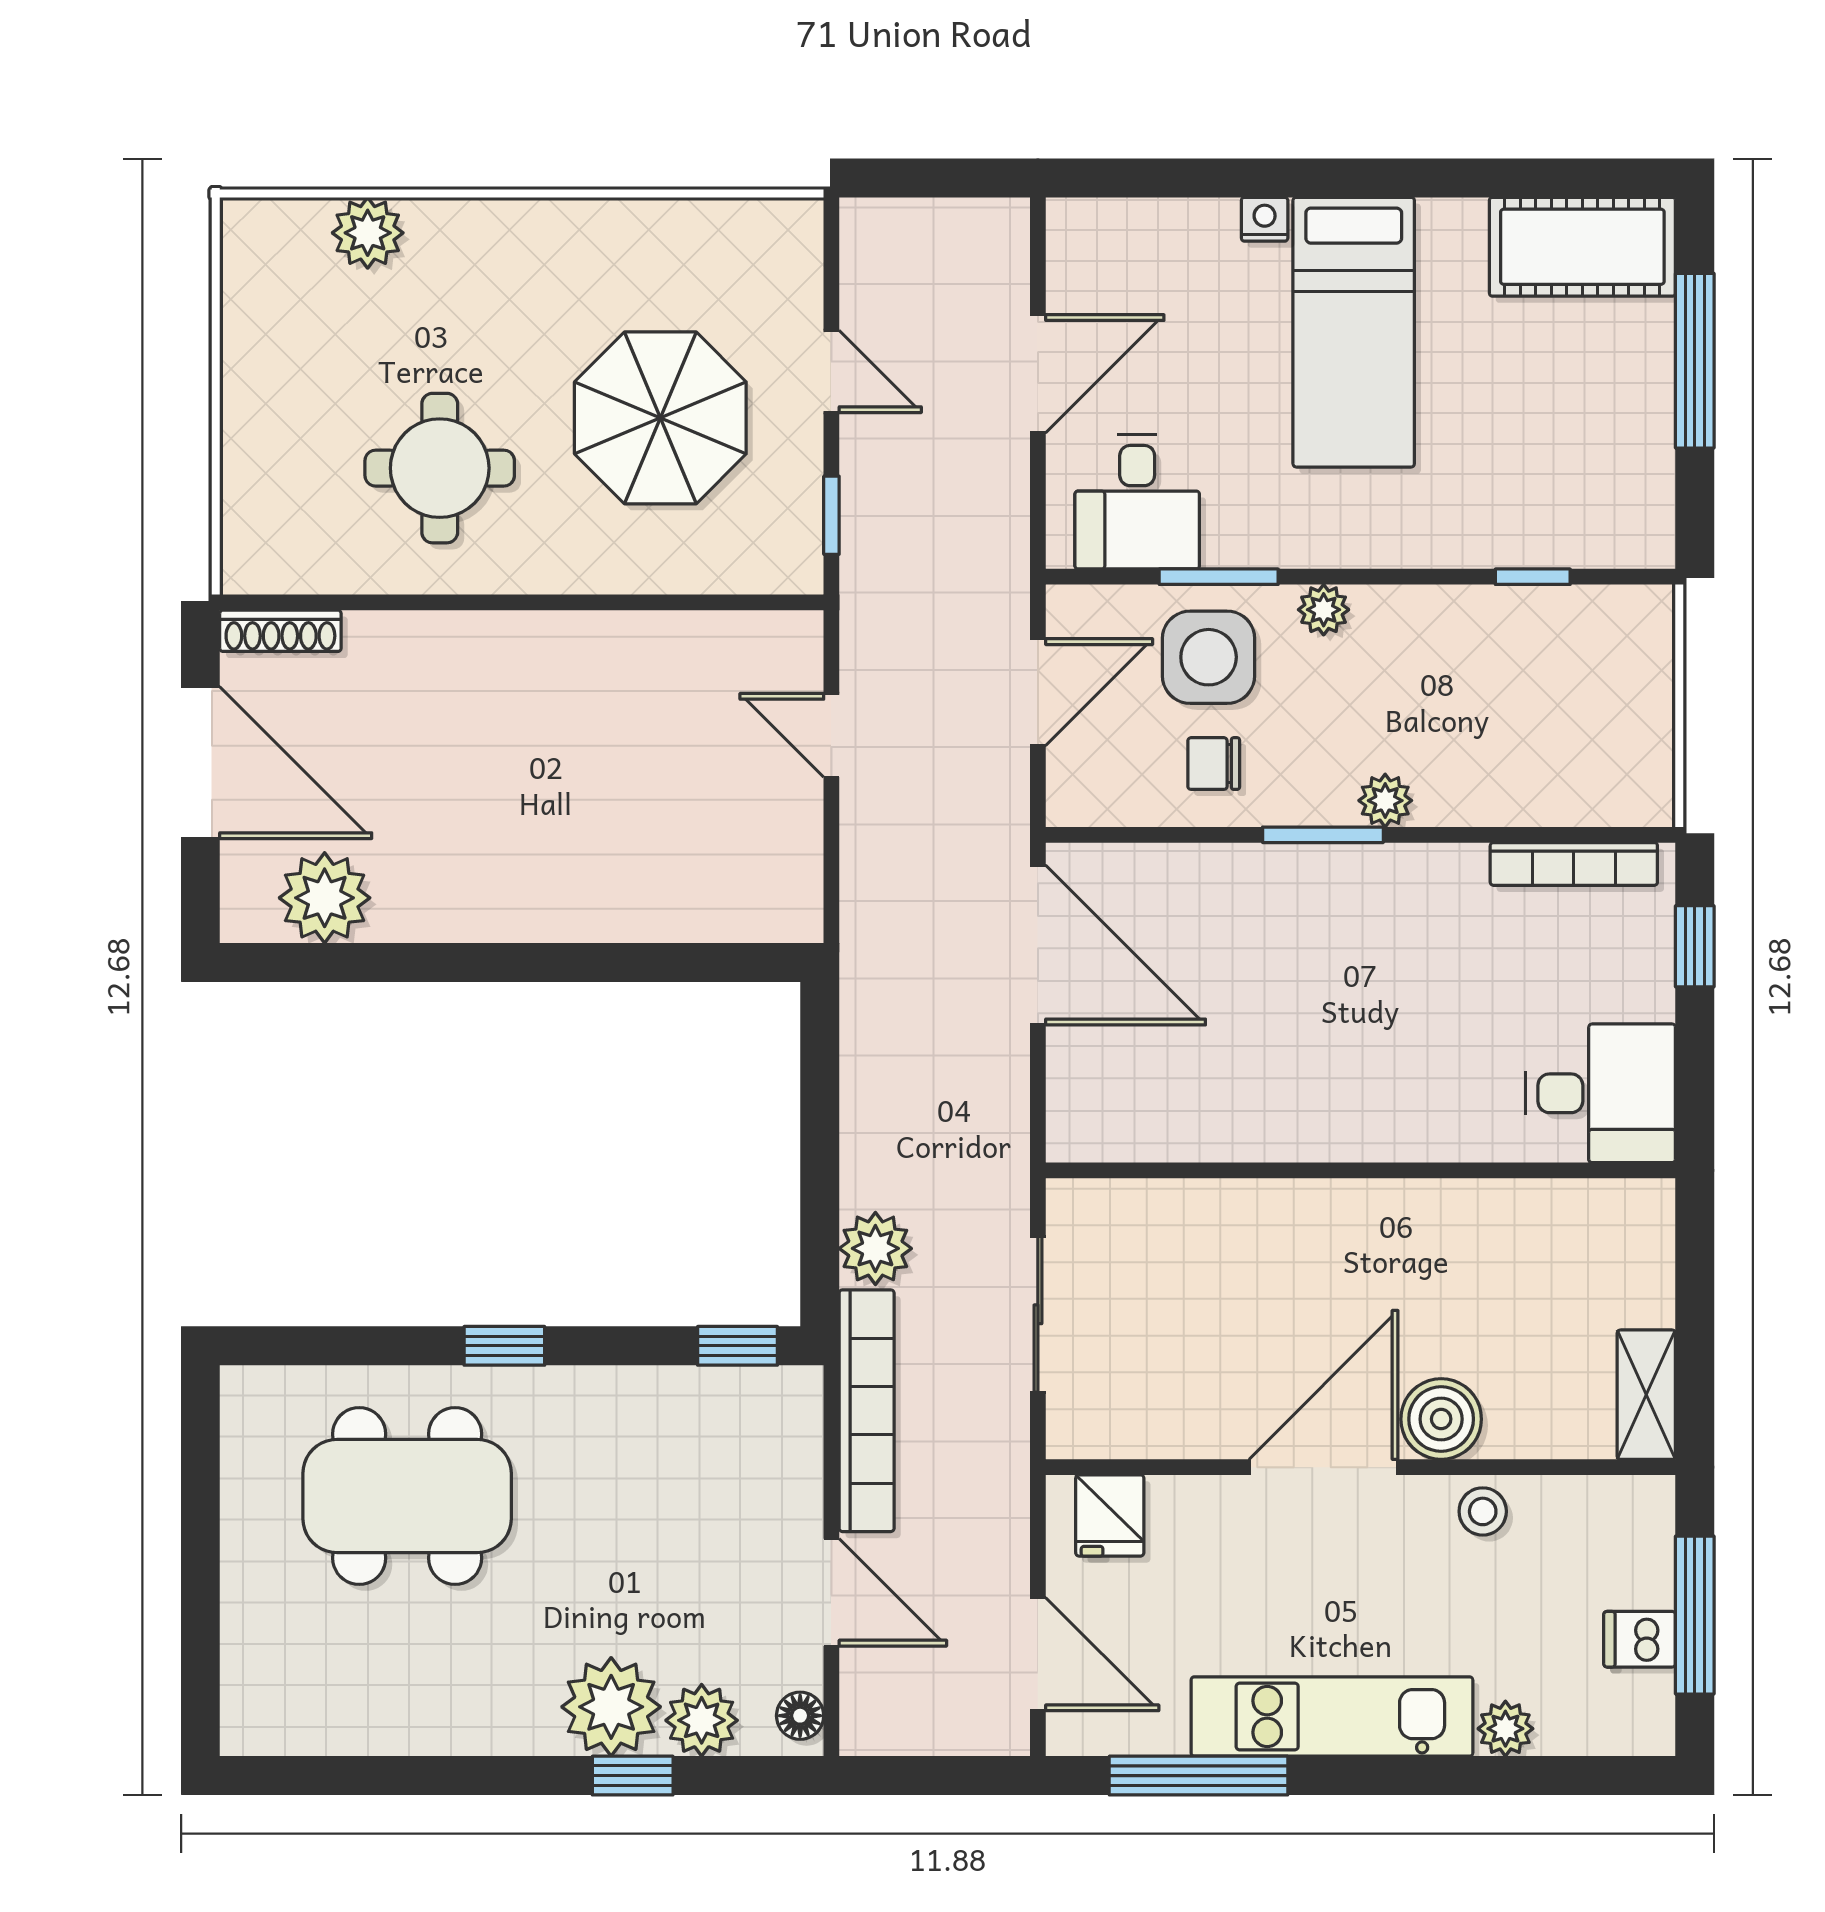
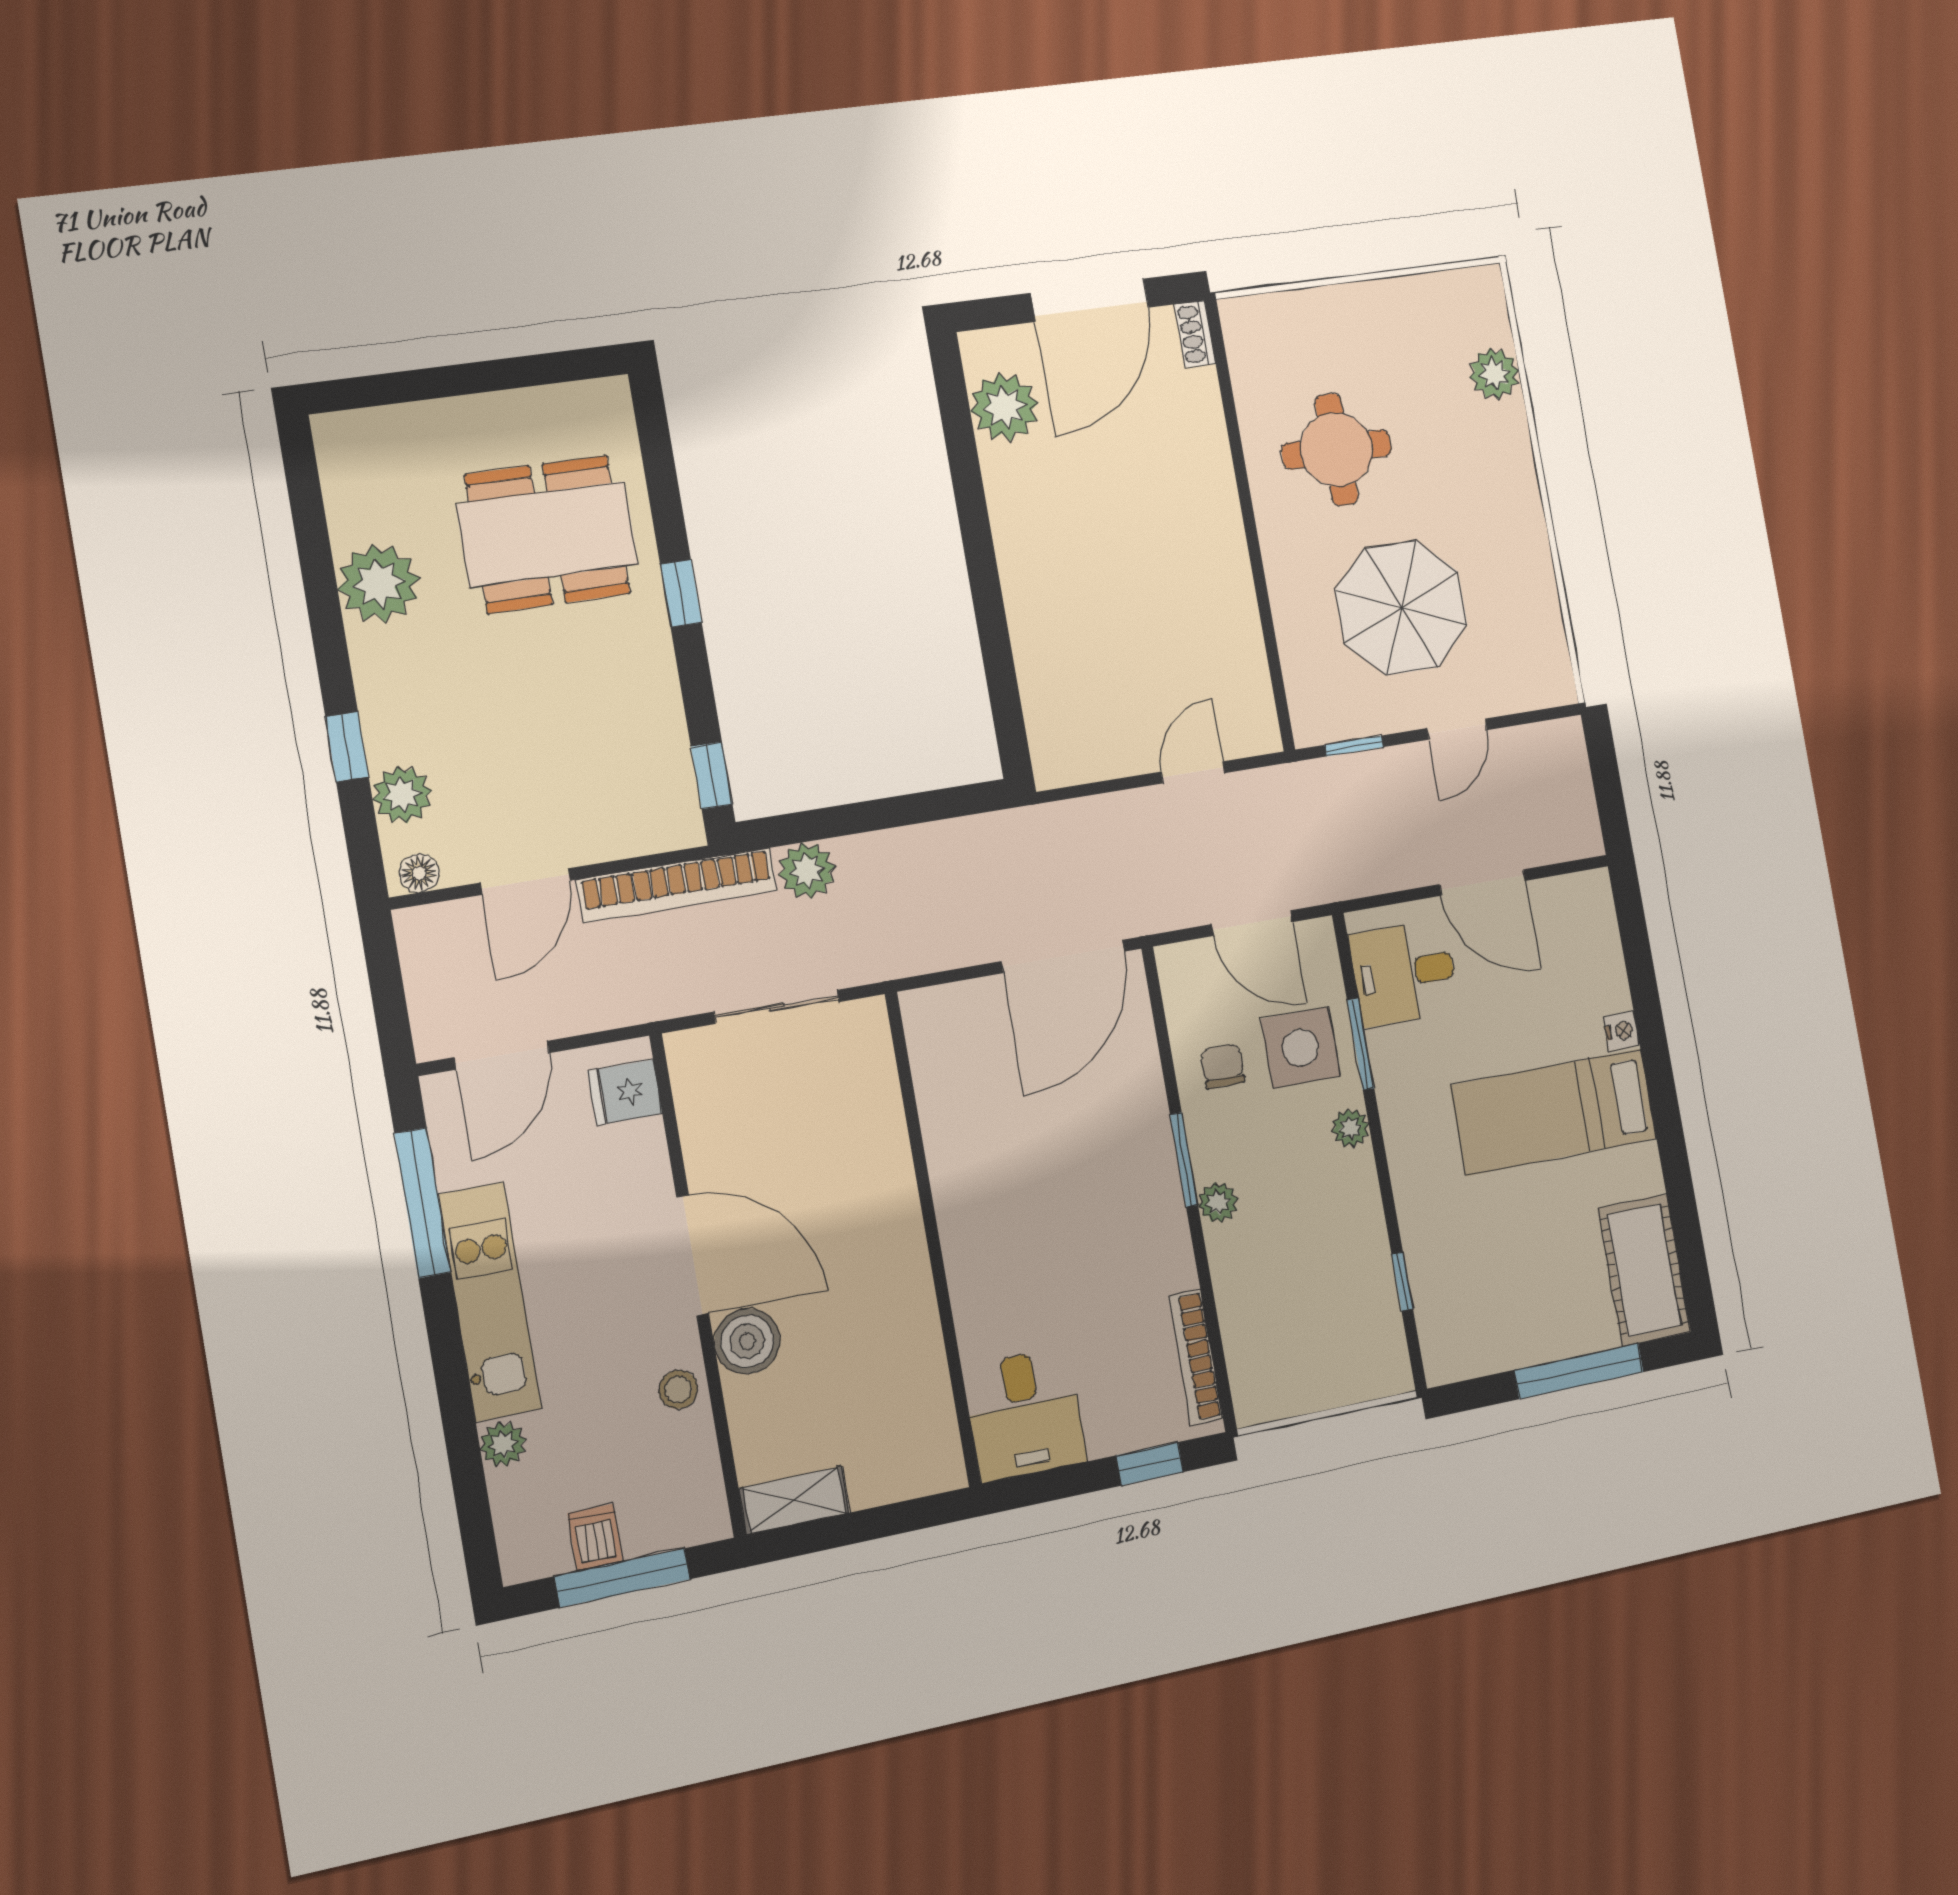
shoe rack: (280, 631) -> (1195, 334), width x0.70
dining table: (407, 1496) -> (547, 534), turned 90
plant: (611, 1707) -> (379, 583), moved

